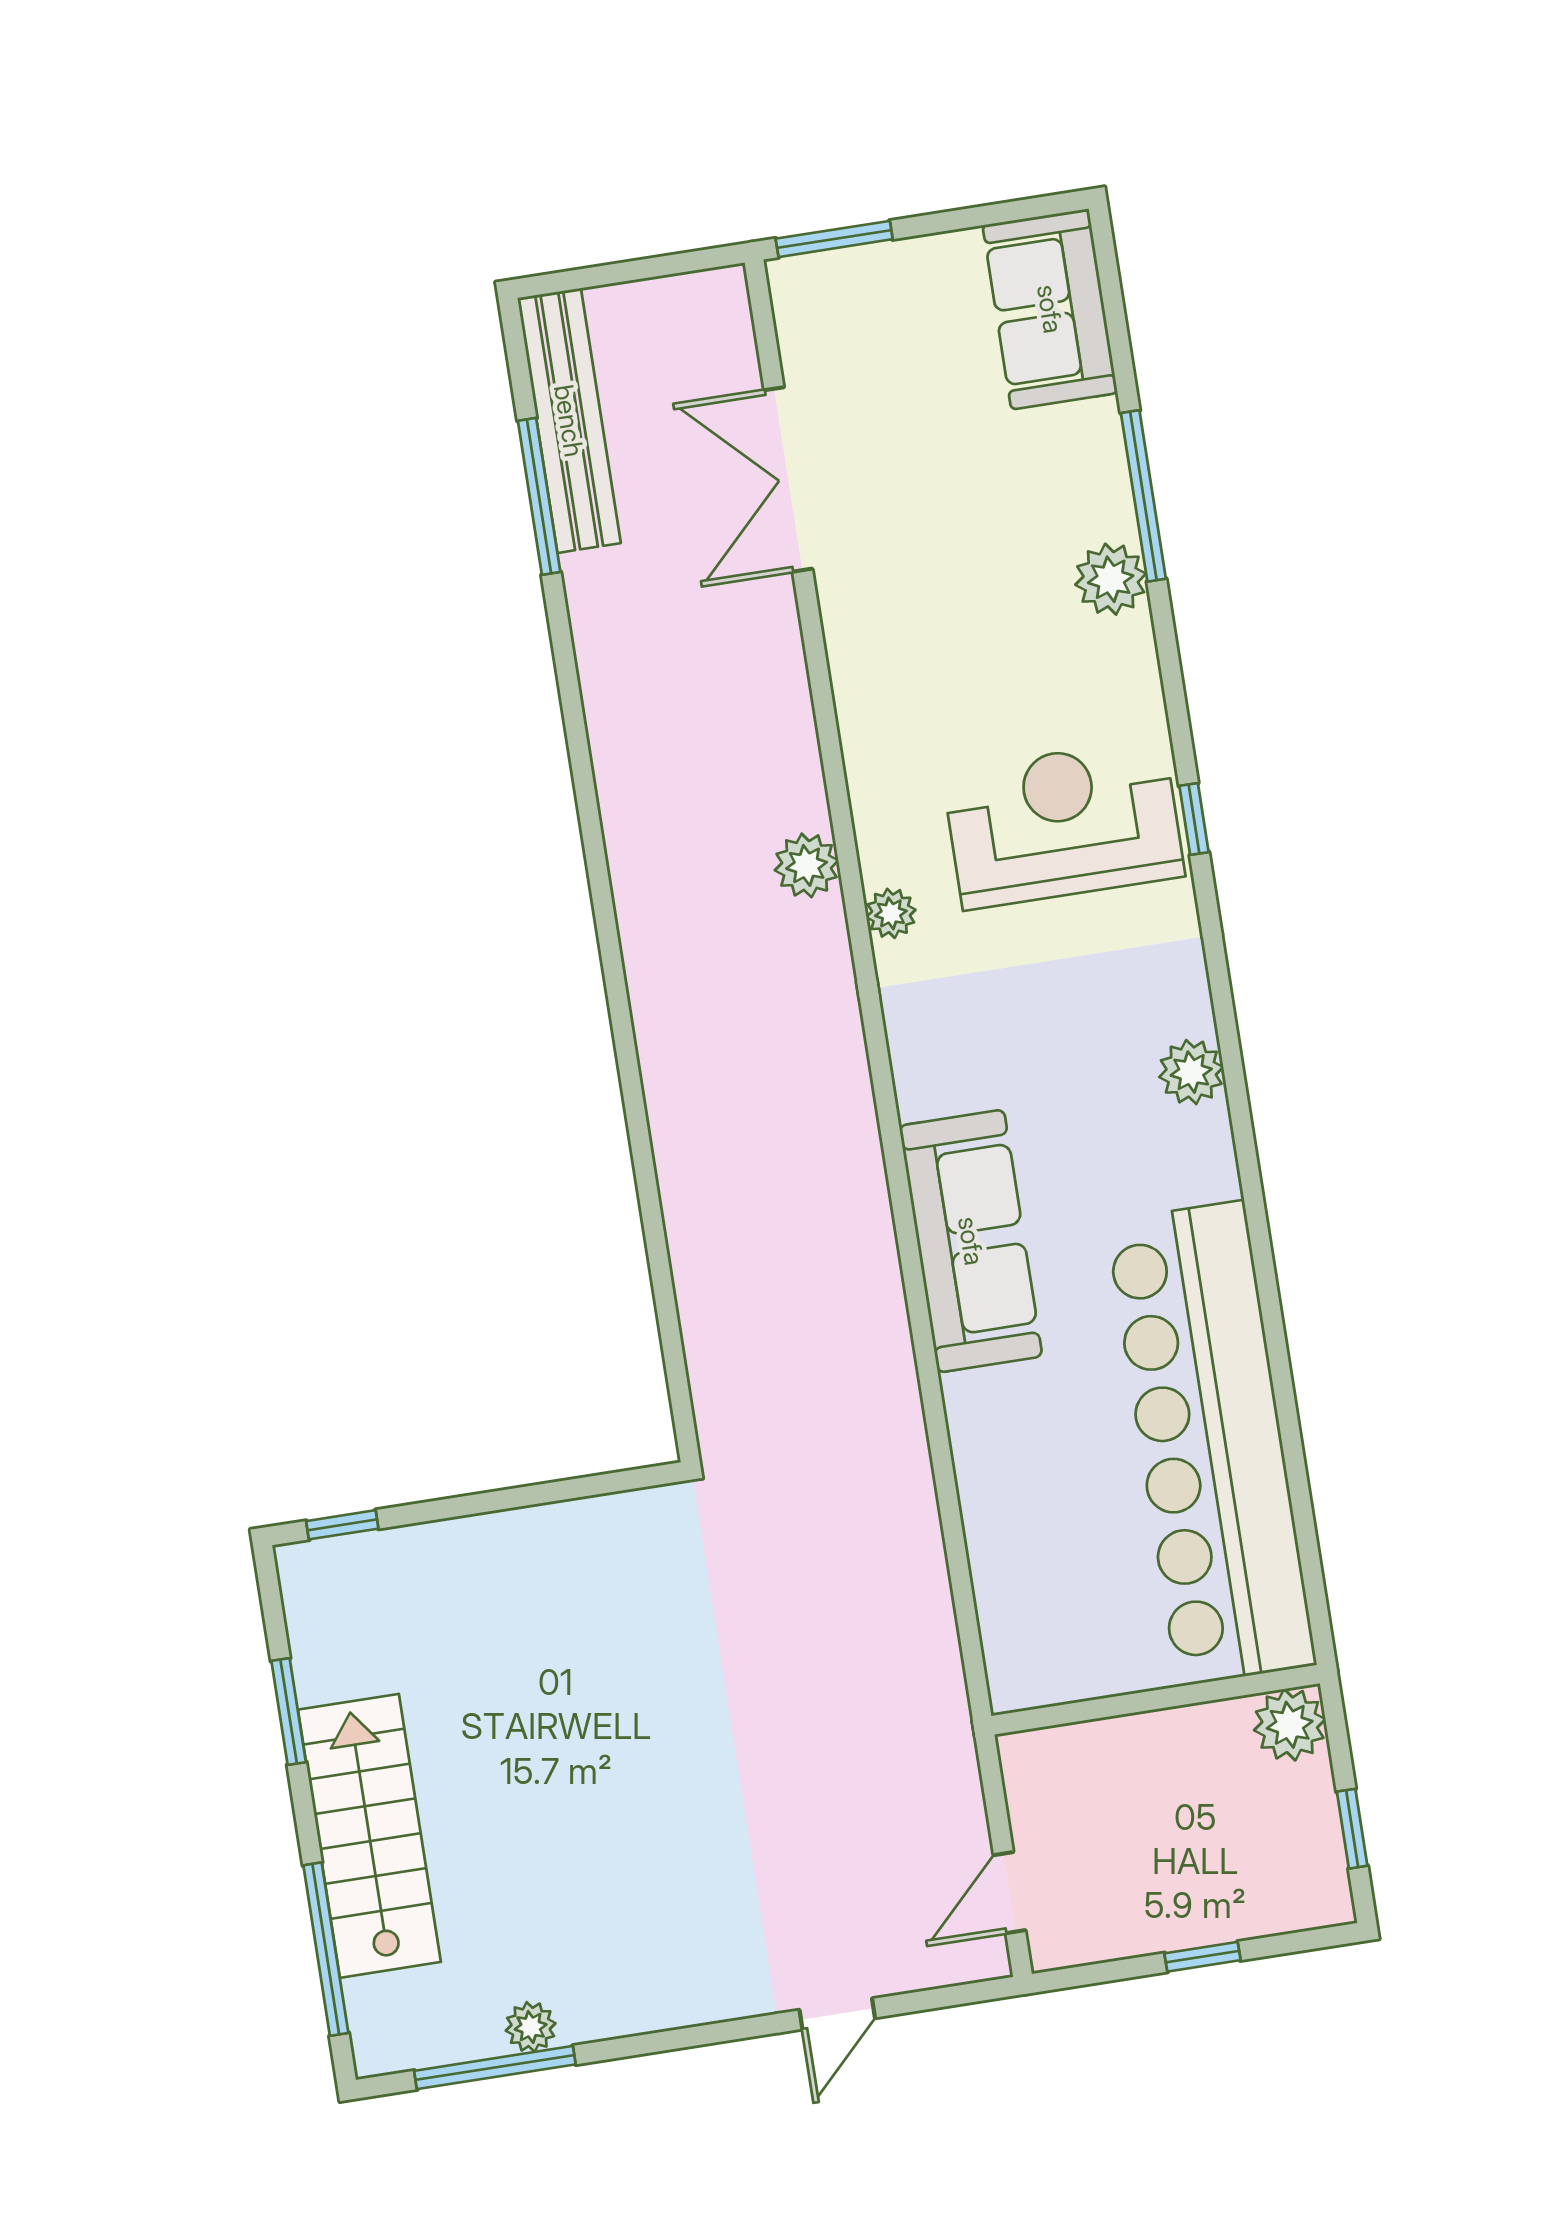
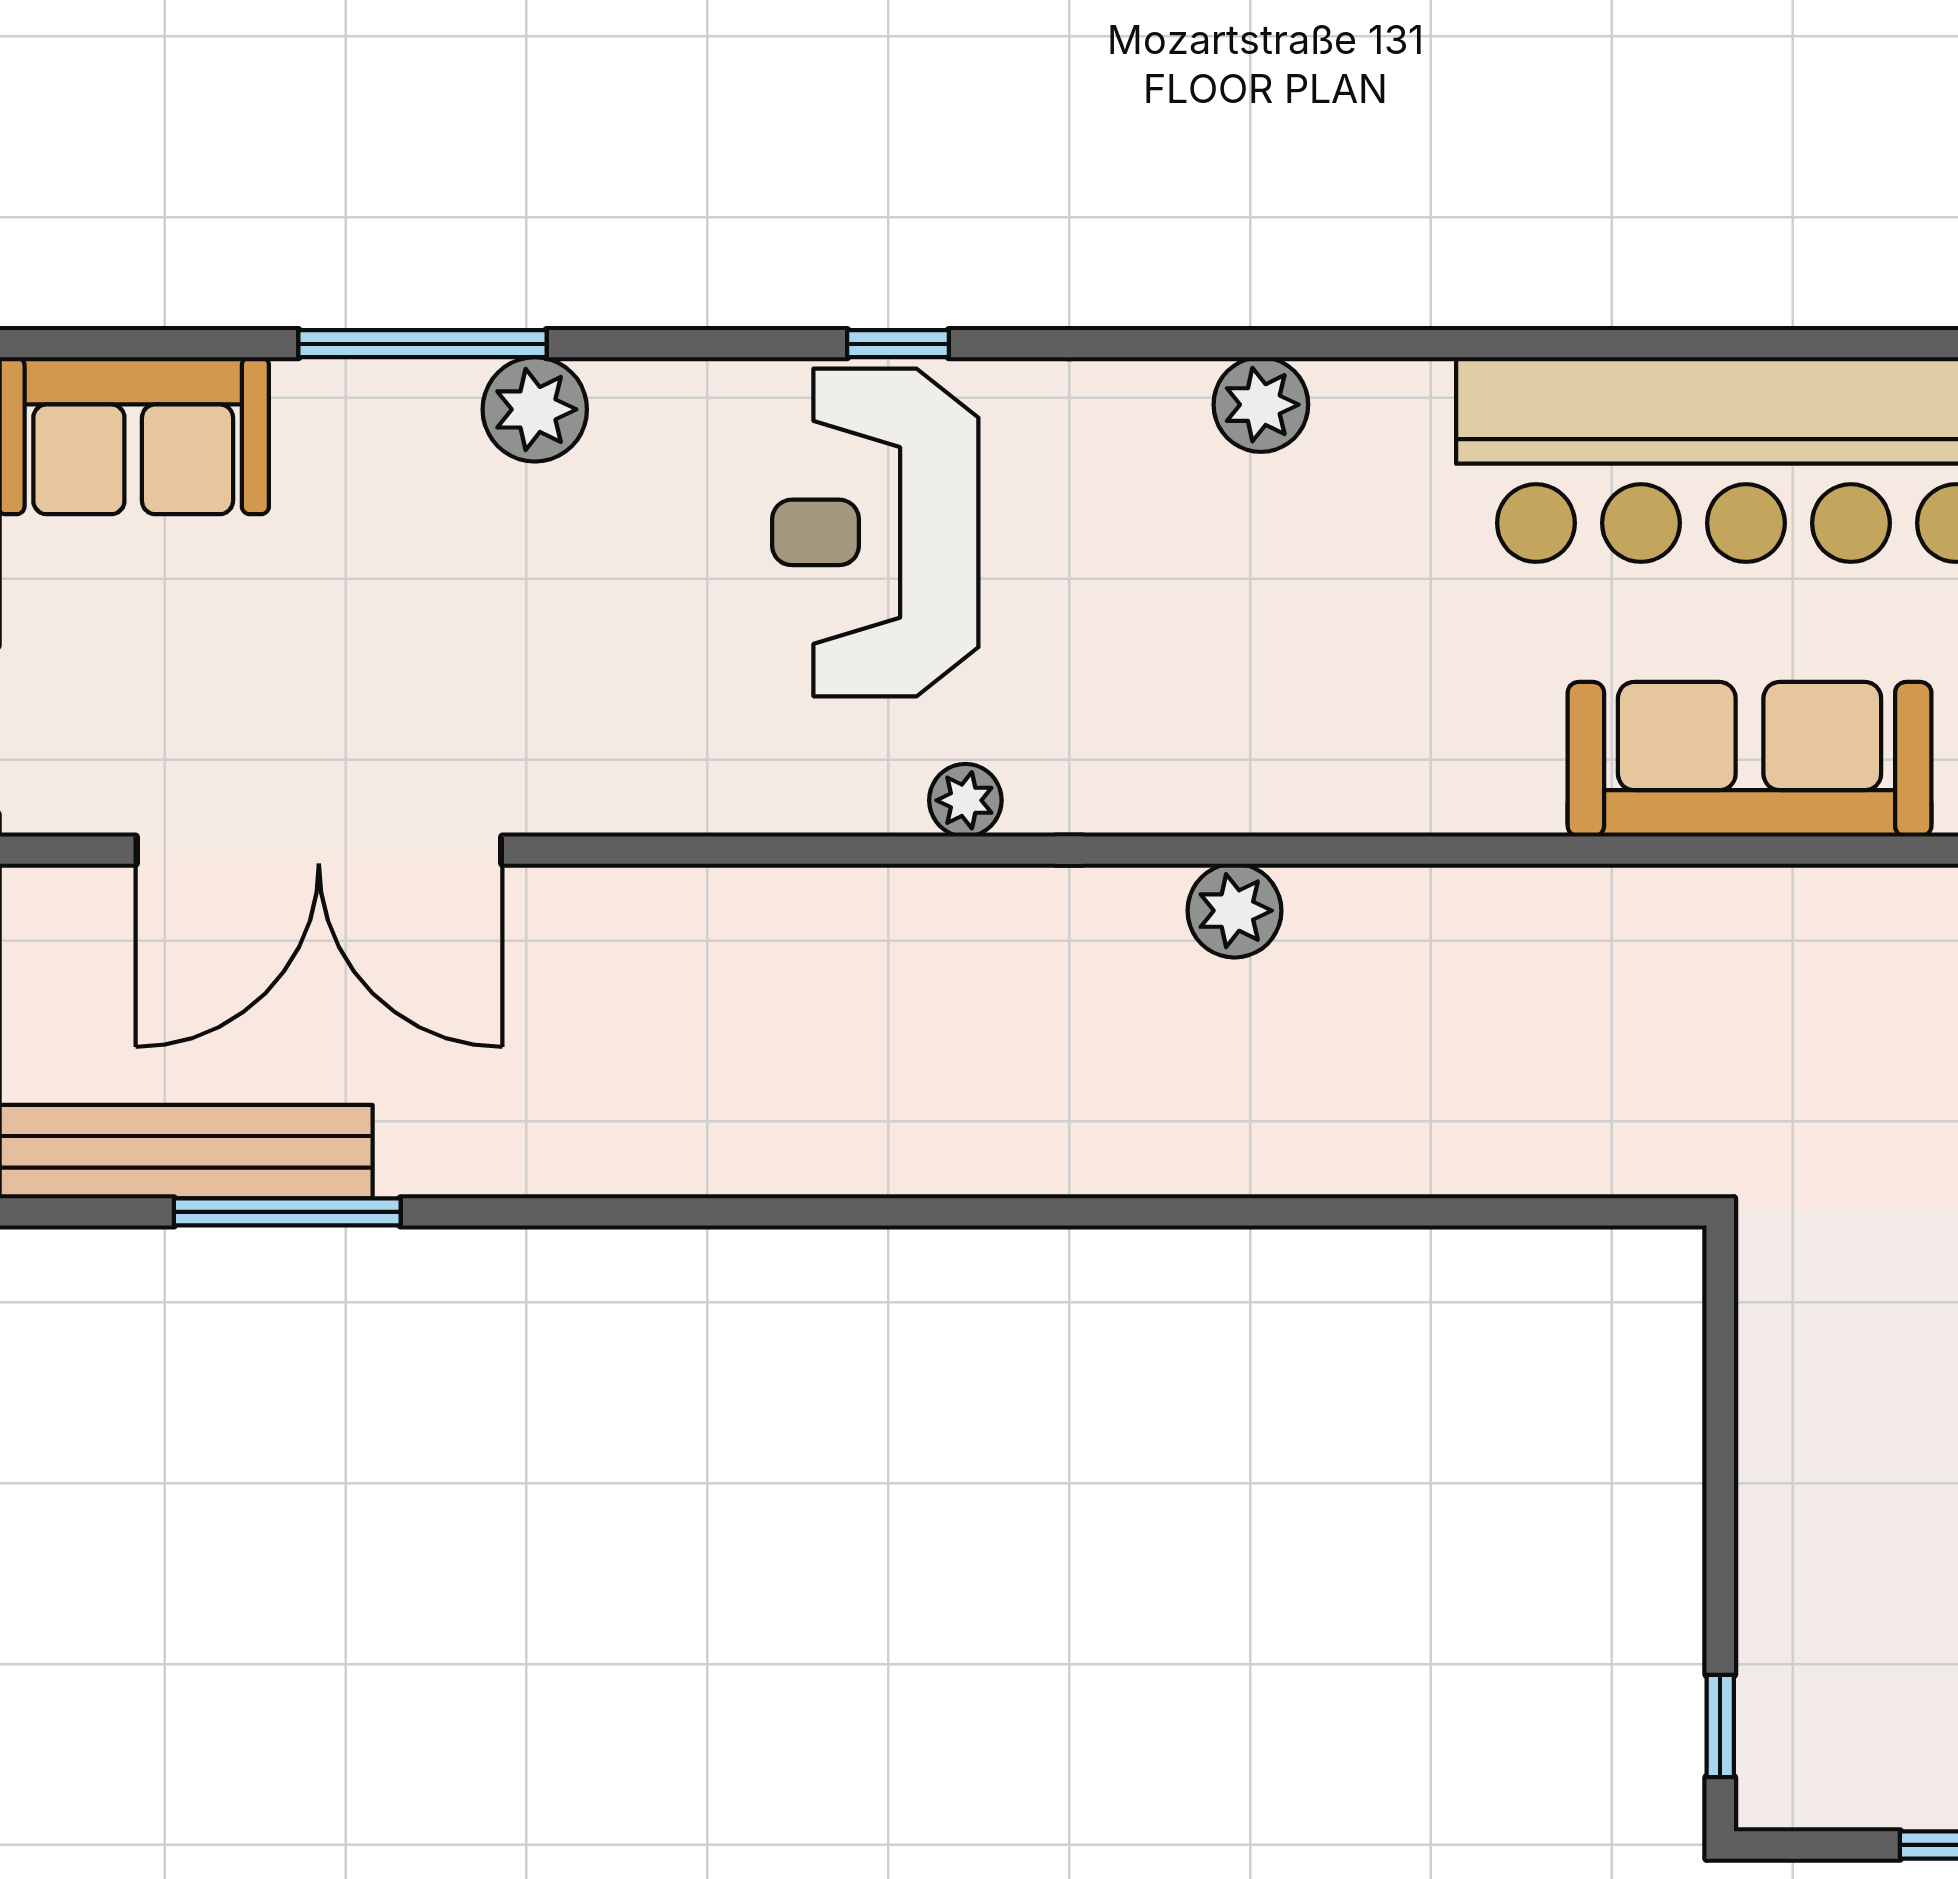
double door: (788, 479) -> (319, 850), width x1.36
plant: (807, 865) -> (1234, 911), moved
sofa: (971, 1241) -> (1750, 759), moved

